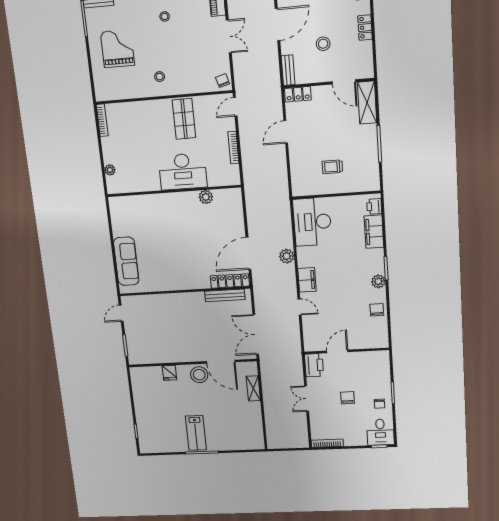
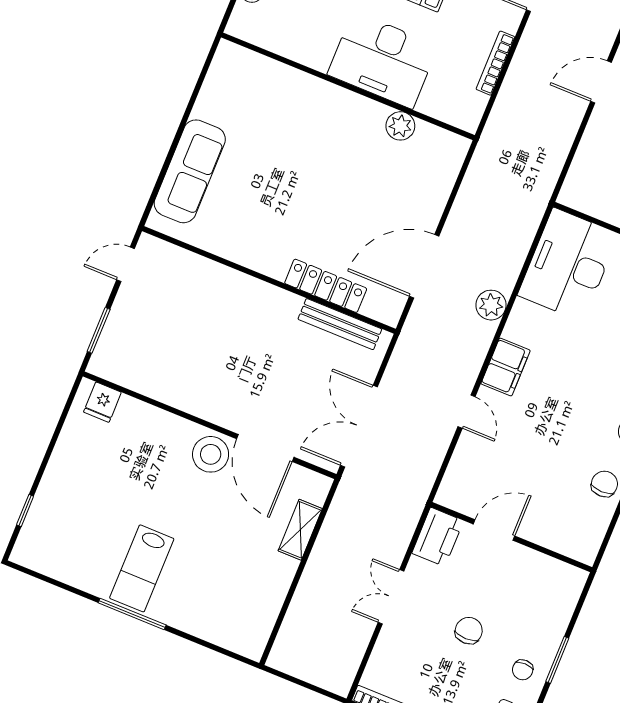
locker: (230, 281) -> (326, 286), moved
fridge: (169, 373) -> (102, 402), moved

